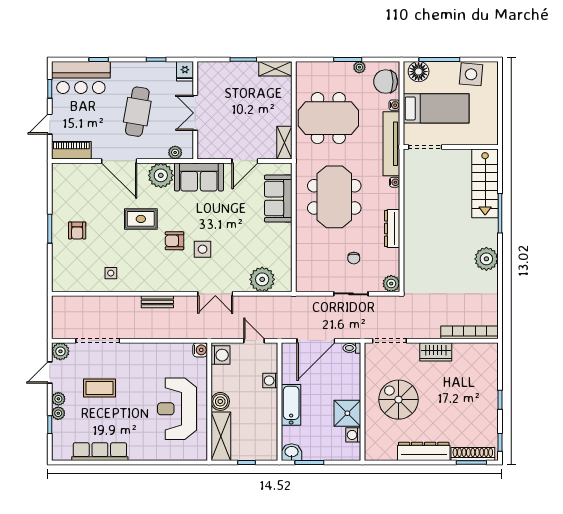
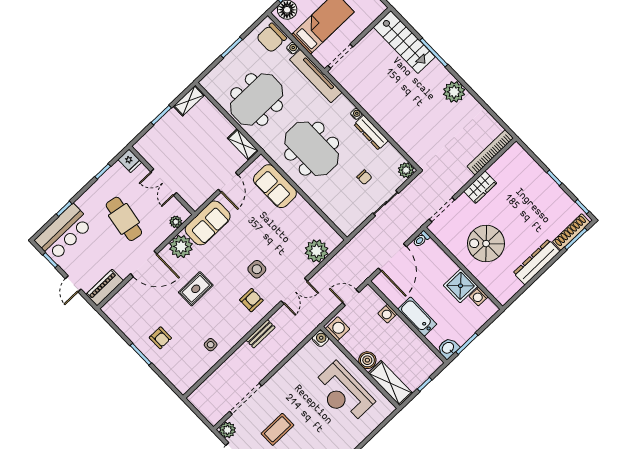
plant: (359, 67) -> (245, 45), removed
water cooler: (395, 182) -> (356, 114), moved
armchair: (174, 241) -> (251, 300), moved, turned 180

